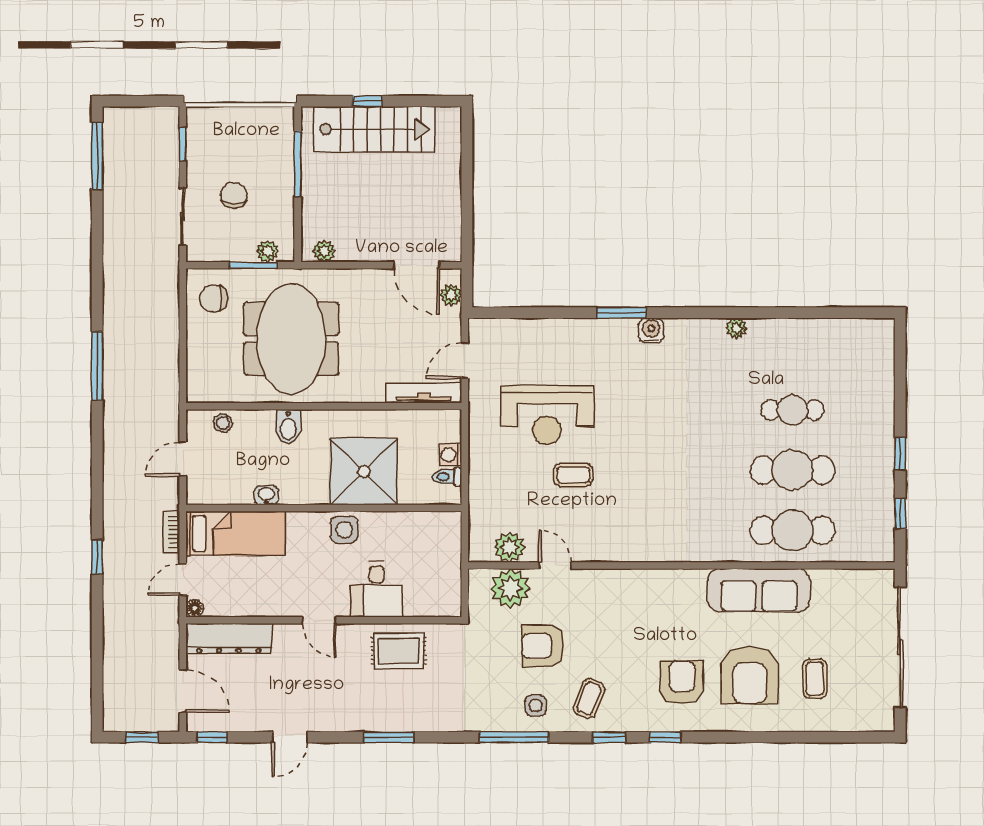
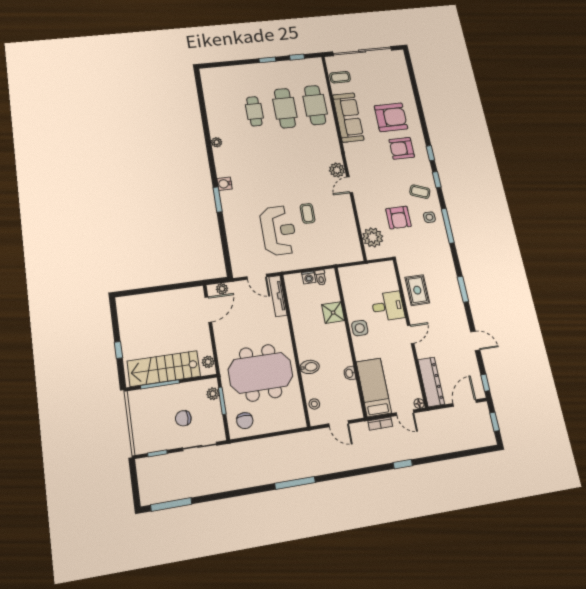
stairs: (374, 129) -> (164, 369), moved, turned -90
shower: (364, 471) -> (333, 313), width x0.54, depth x0.54
plant: (510, 547) -> (337, 170), moved
door: (555, 565) -> (350, 185), moved
coffee table: (815, 679) -> (340, 77), moved

